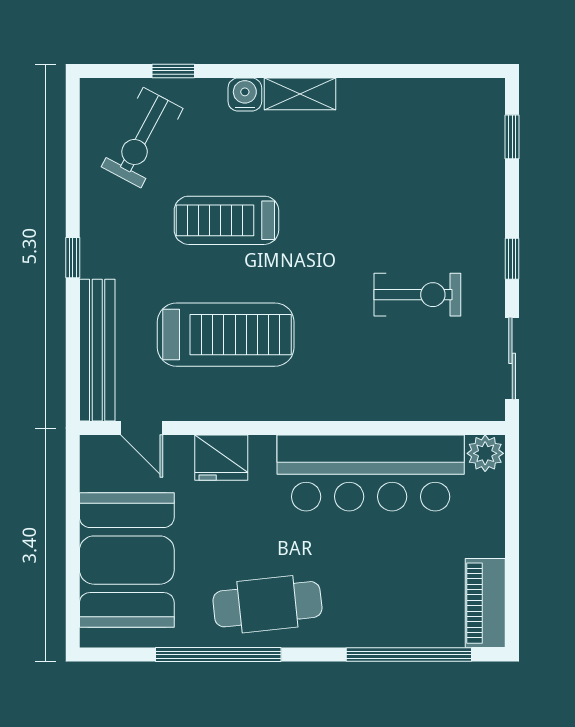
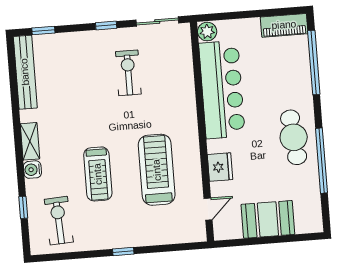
exercise bike: (142, 138) -> (59, 221), turned -121
bench: (97, 350) -> (25, 72), moved, turned 90
booth: (127, 560) -> (268, 219), width x0.73, depth x0.70

